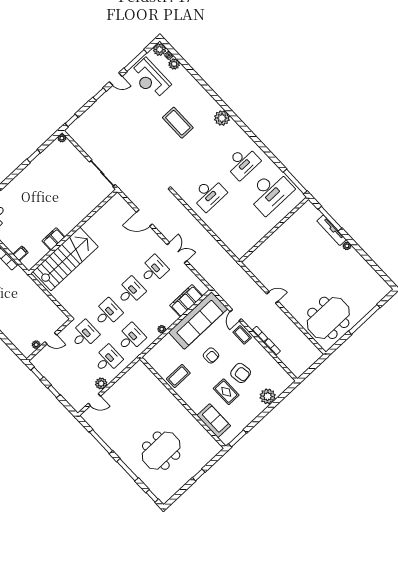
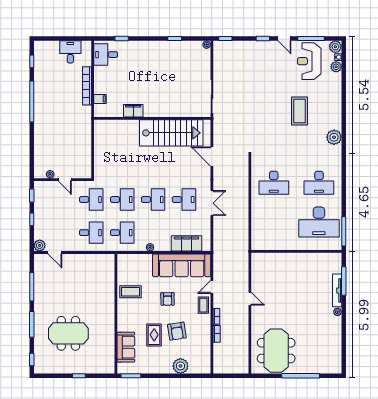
stairs: (65, 259) -> (171, 133), moved
meeting table: (328, 318) -> (276, 351), turned 90
plant: (101, 383) -> (40, 245), moved

